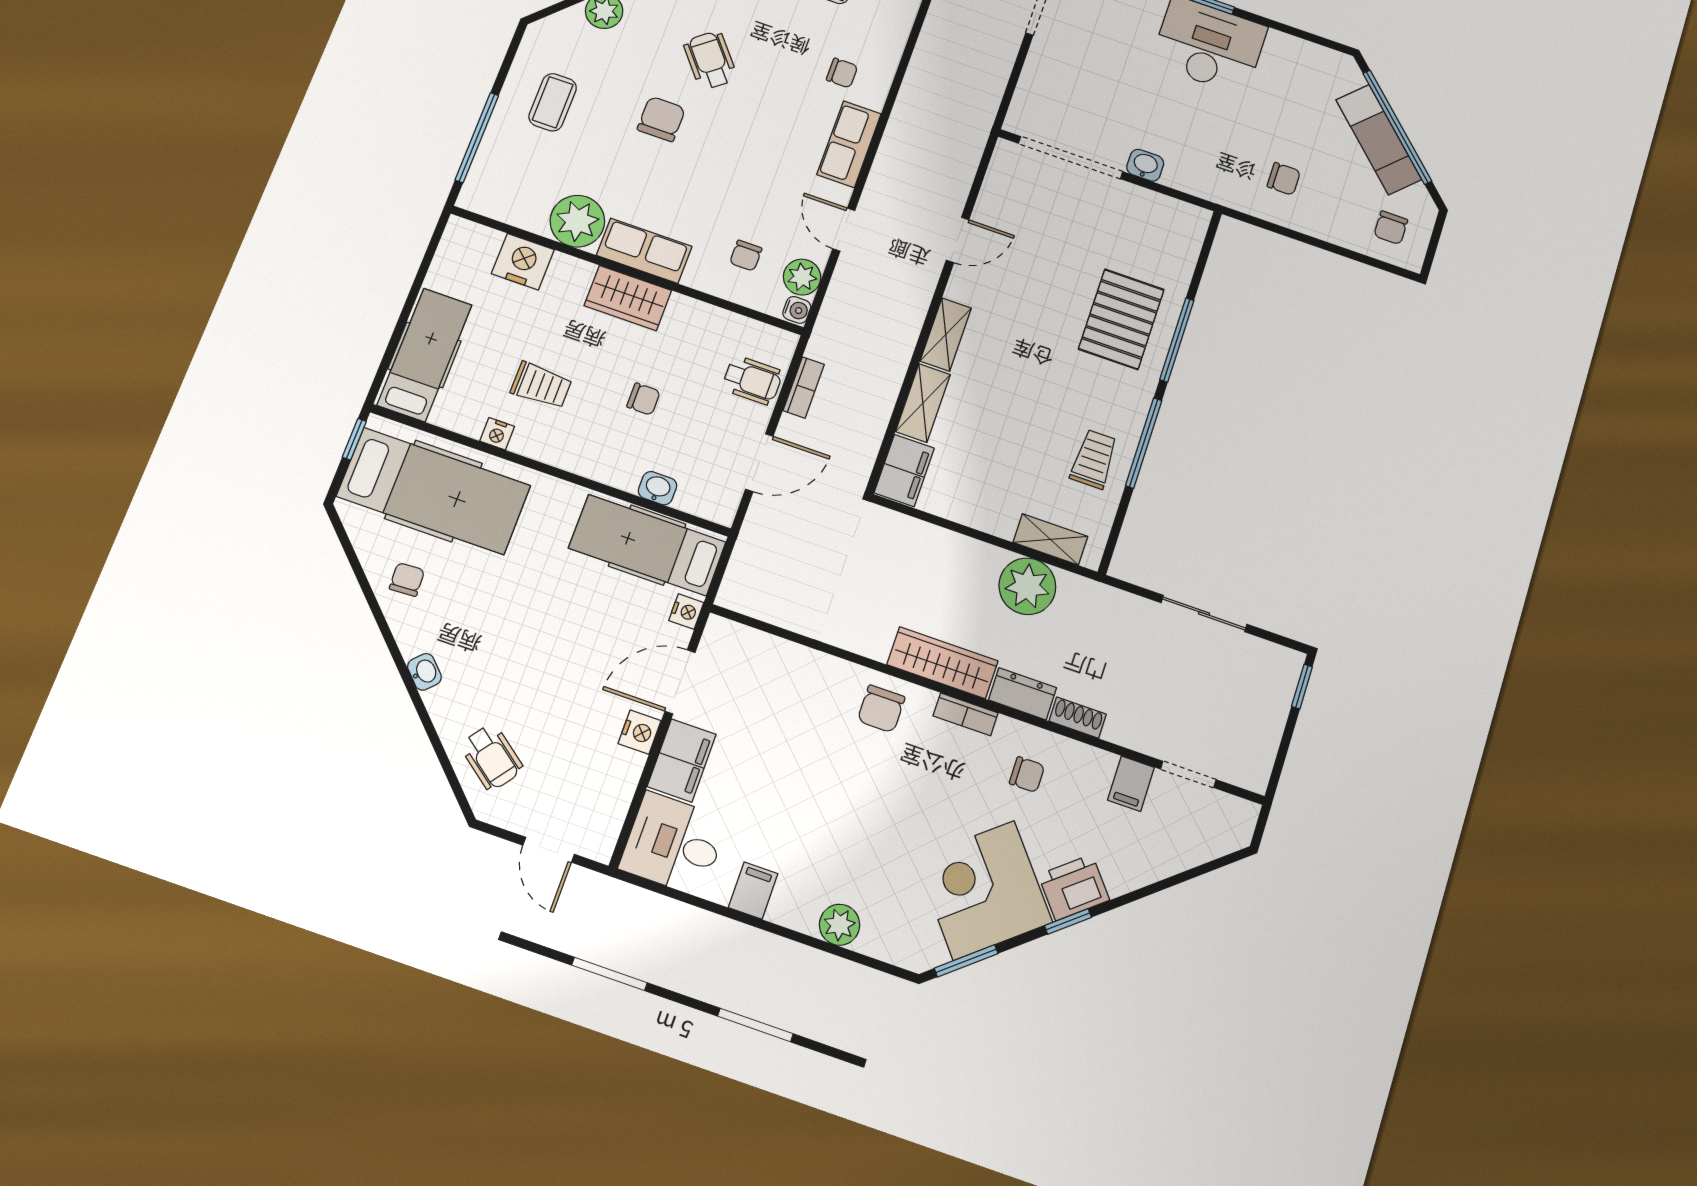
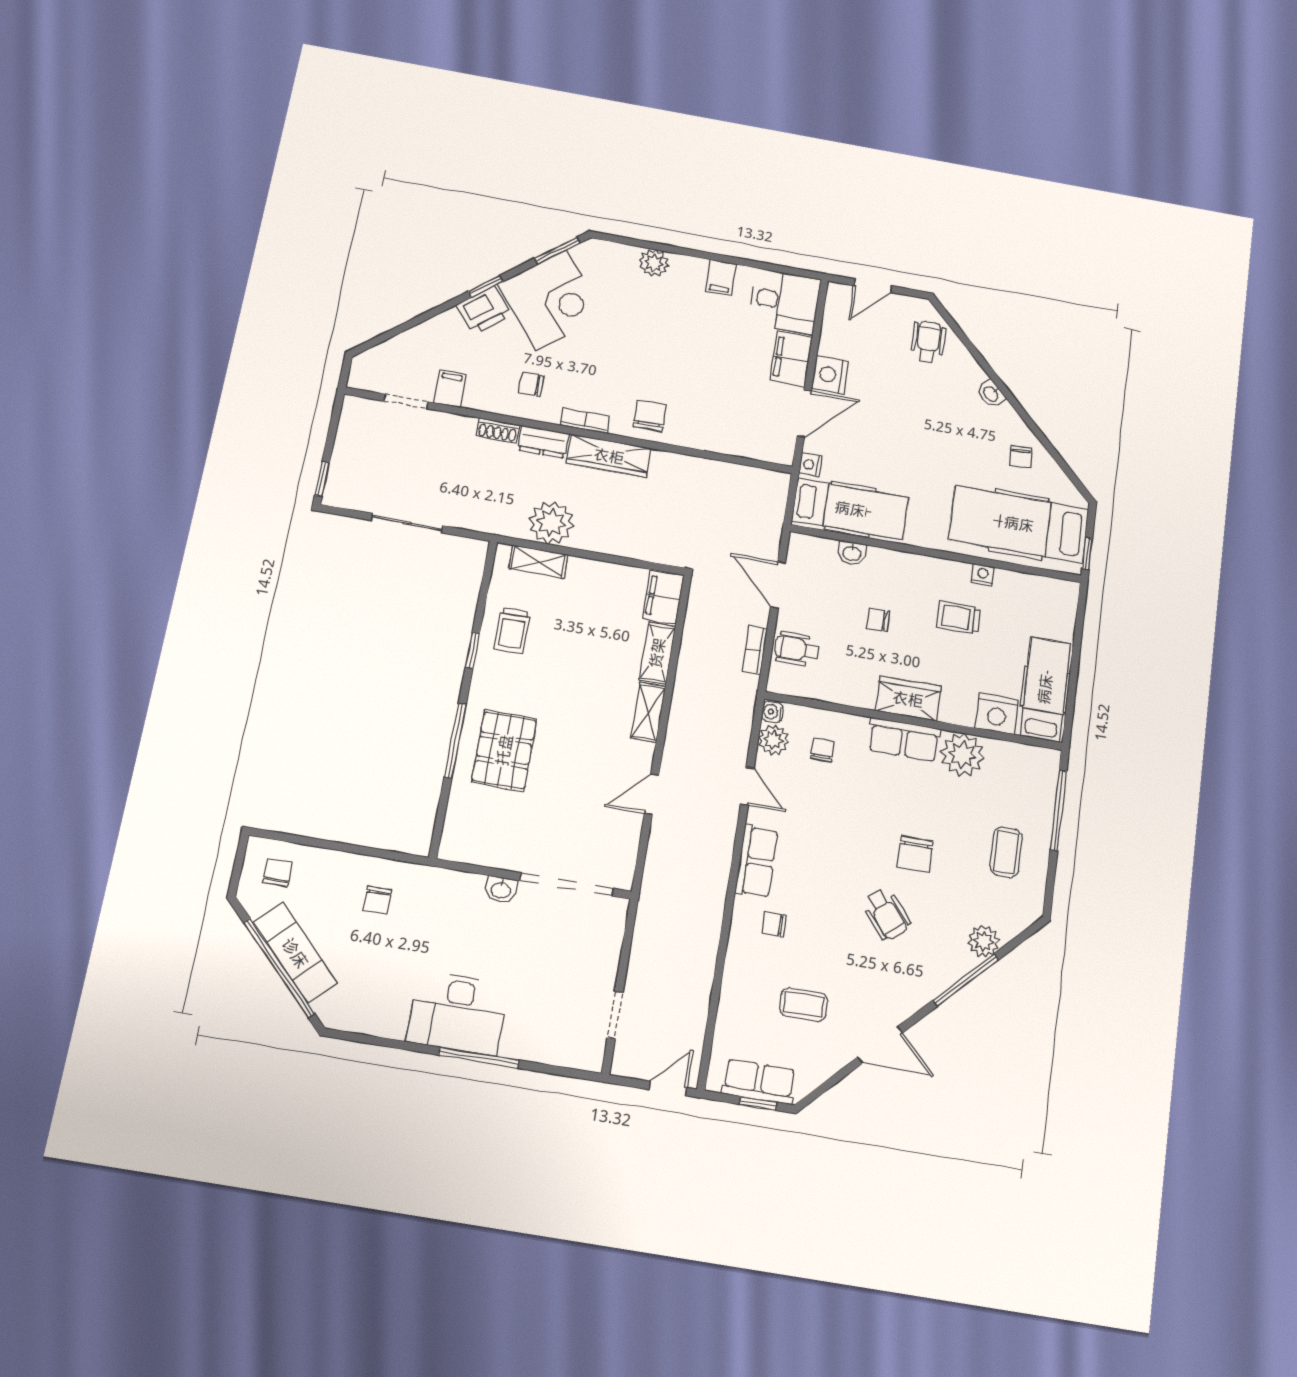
chair: (1284, 179) -> (377, 900), turned -90
hospital bed: (425, 355) -> (1045, 689), moved, turned 180
window: (1144, 443) -> (473, 650), width x0.46
door: (759, 463) -> (778, 585), hinge flipped
nightstand: (640, 732) -> (830, 375), width x1.36, depth x1.33
wheelchair: (492, 757) -> (928, 342), turned 53
door: (549, 850) -> (873, 286), swing flipped

